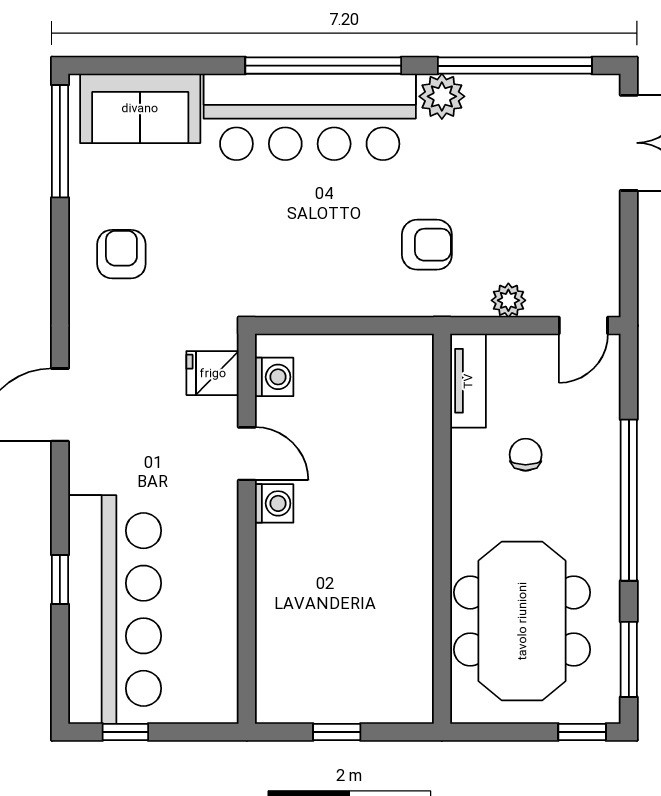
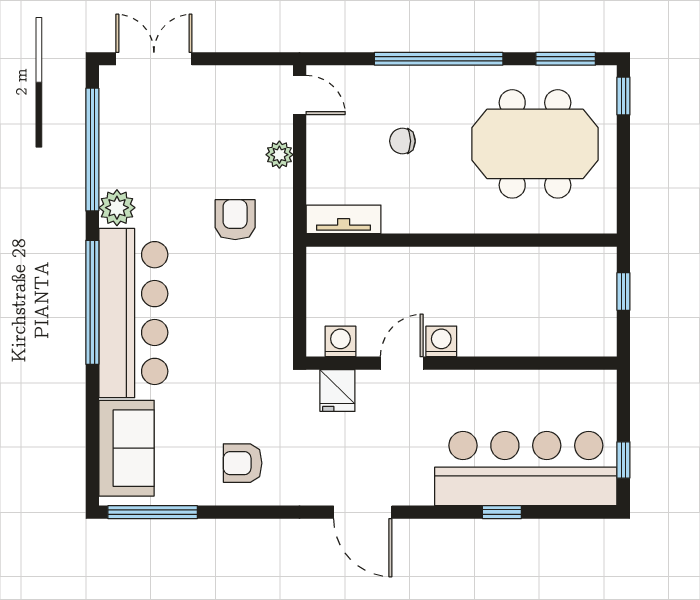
tv unit: (468, 381) -> (344, 219), moved
wall: (442, 529) -> (462, 240), moved

